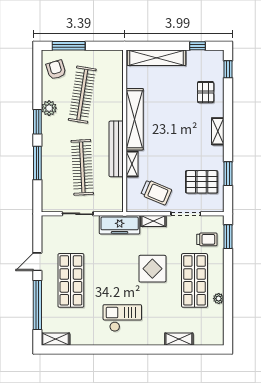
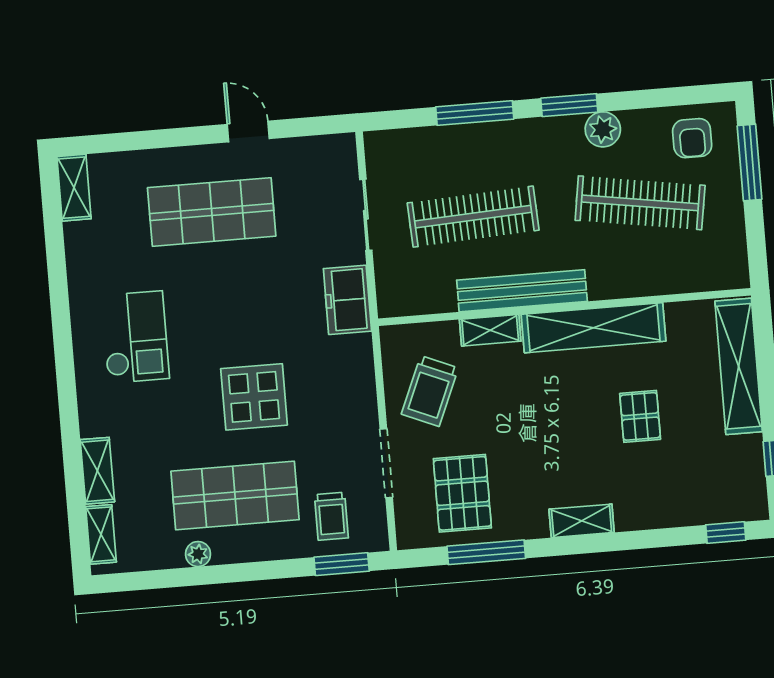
armchair: (56, 70) -> (692, 138), turned 107
pallet: (206, 92) -> (640, 416), moved, turned 90
window: (228, 174) -> (486, 552), width x1.44
shelving: (153, 221) -> (101, 534), moved
freezer: (120, 225) -> (347, 300), width x0.71
window: (37, 305) -> (149, 140), removed

